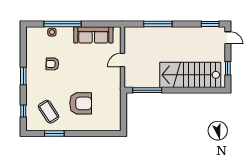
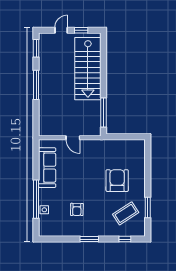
window: (158, 24) -> (36, 85), moved
door: (228, 38) -> (61, 30), moved

